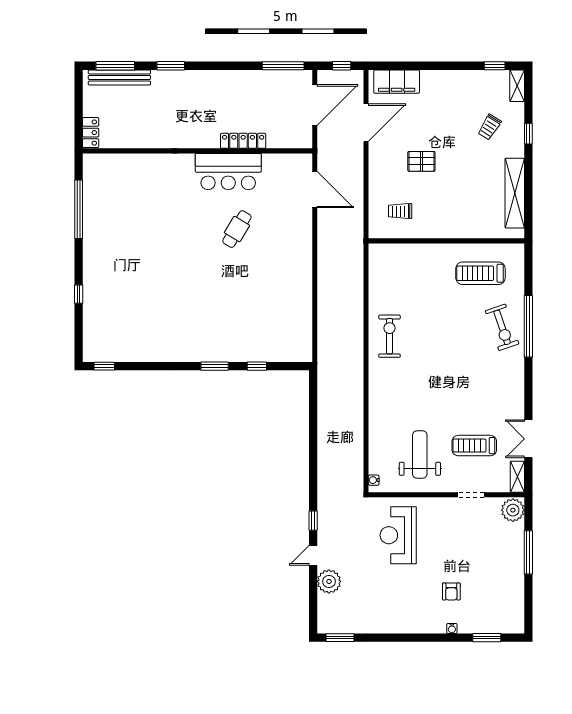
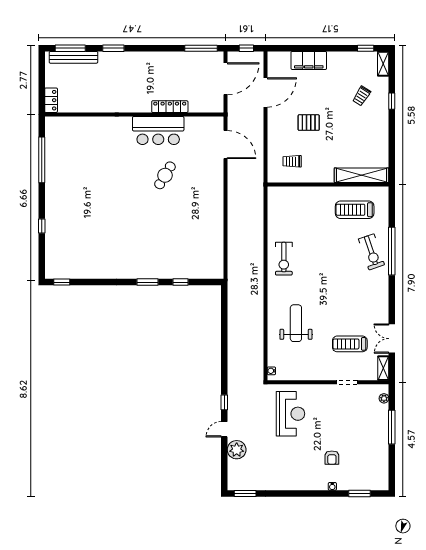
filing cabinet: (397, 82) -> (309, 60), moved
shelving: (515, 193) -> (362, 175), moved, turned 90
exercise bike: (390, 336) -> (284, 259), turned 180
weight bench: (420, 455) -> (296, 323), moved
plant: (513, 510) -> (384, 398), width x0.53, depth x0.53
reception desk: (398, 535) -> (291, 414), turned 180

